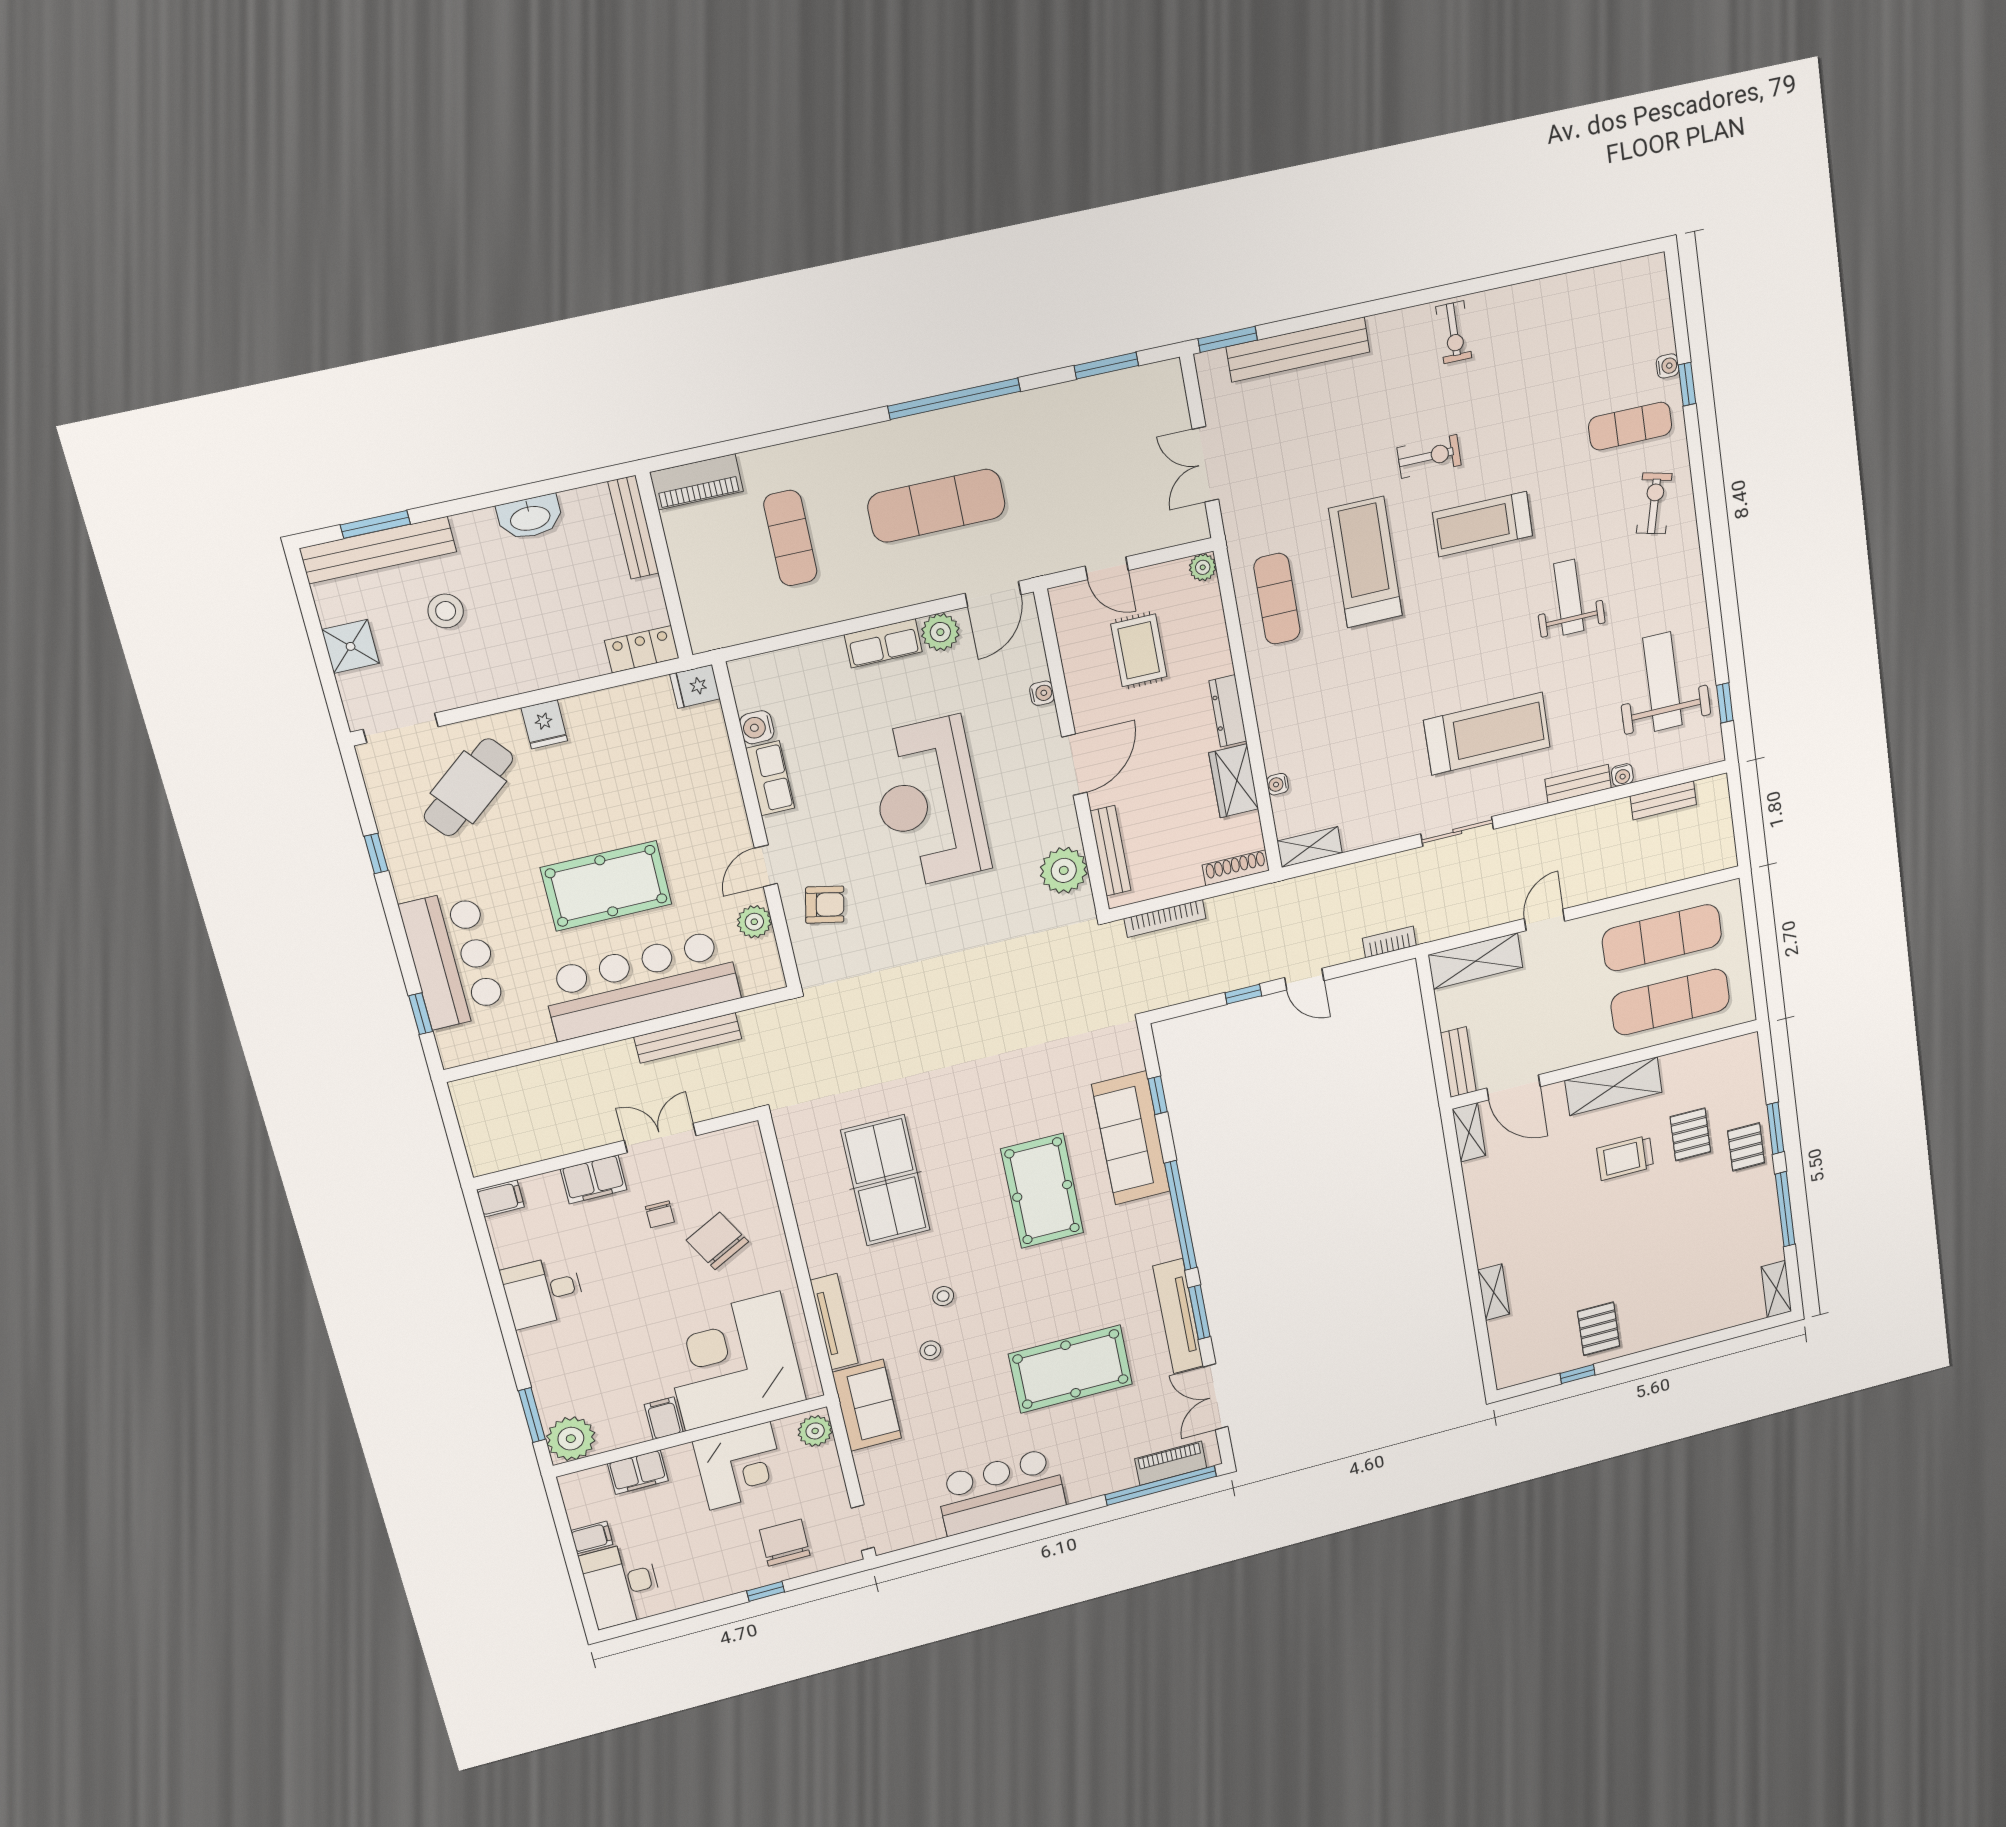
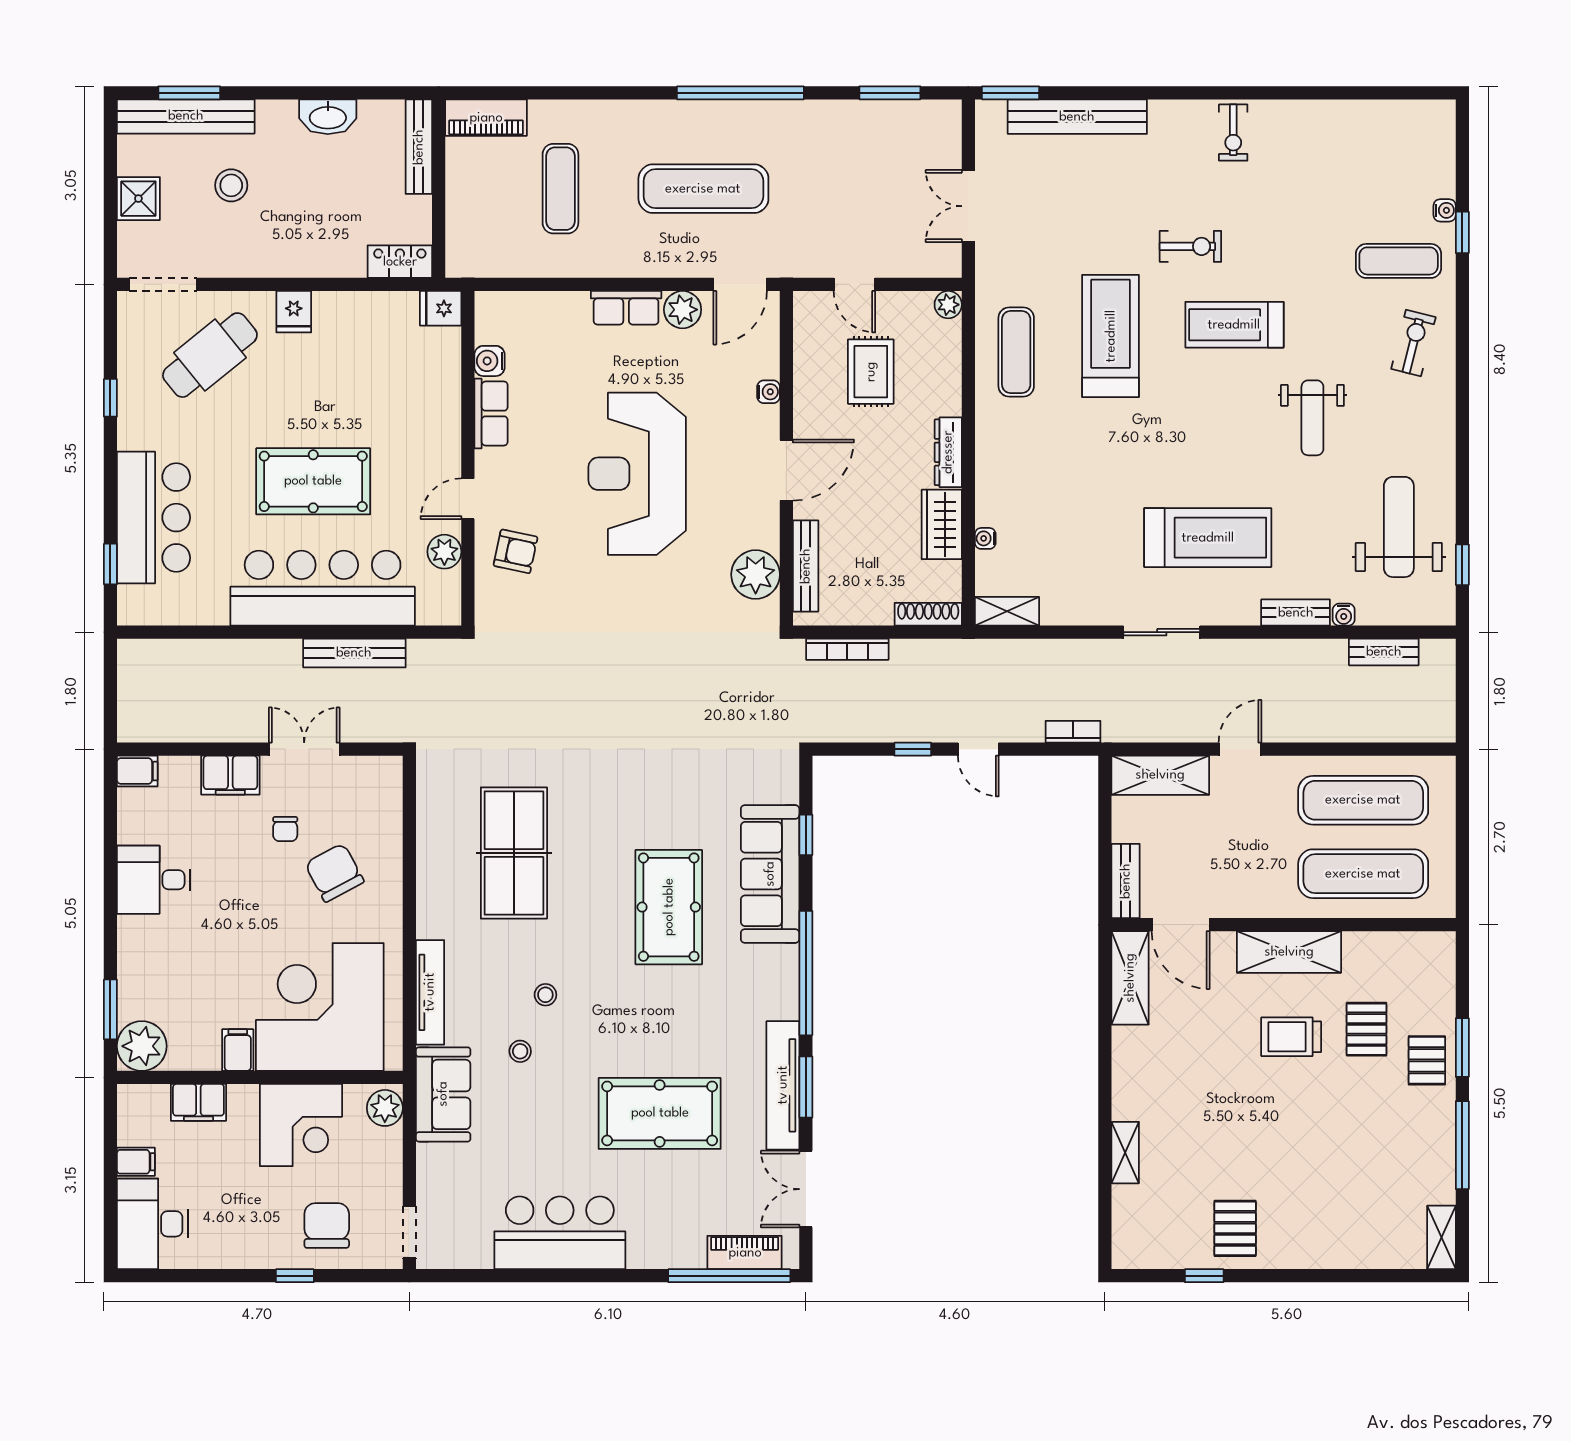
weight bench: (1569, 597) -> (1312, 418), turned 180
shelving: (1469, 1132) -> (1130, 978), width x1.50, depth x1.33

